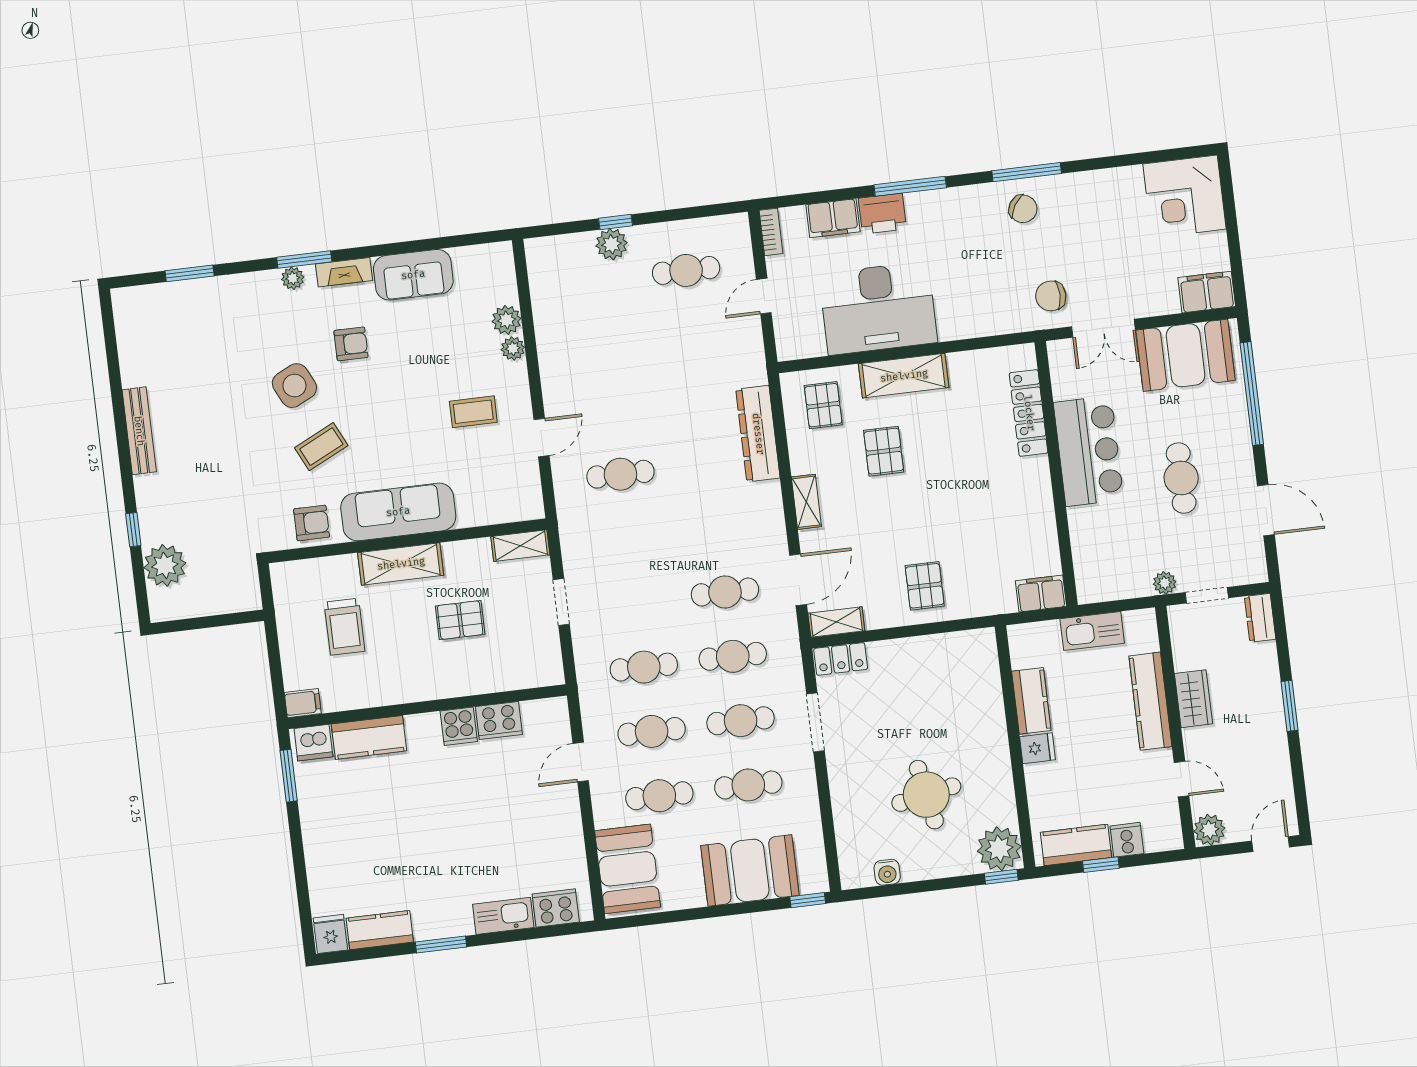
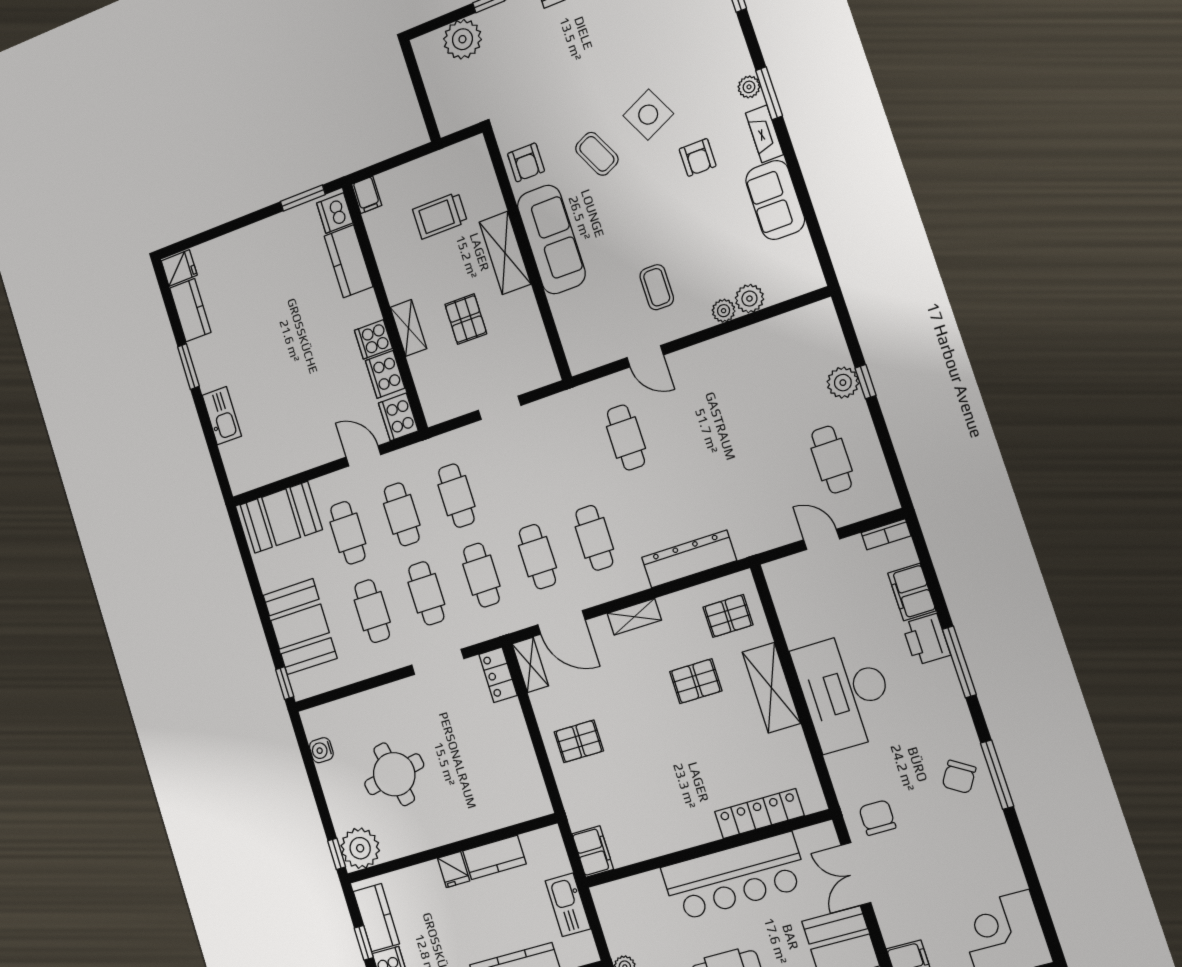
desk: (878, 308) -> (845, 691), moved
bar counter: (1089, 451) -> (734, 877), width x1.36
cafe table: (717, 528) -> (594, 538), added
shelving: (520, 546) -> (408, 328), moved
cooker: (556, 908) -> (398, 417), moved, turned 180

